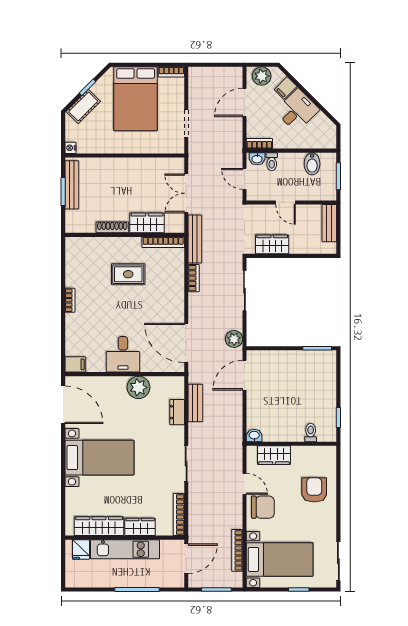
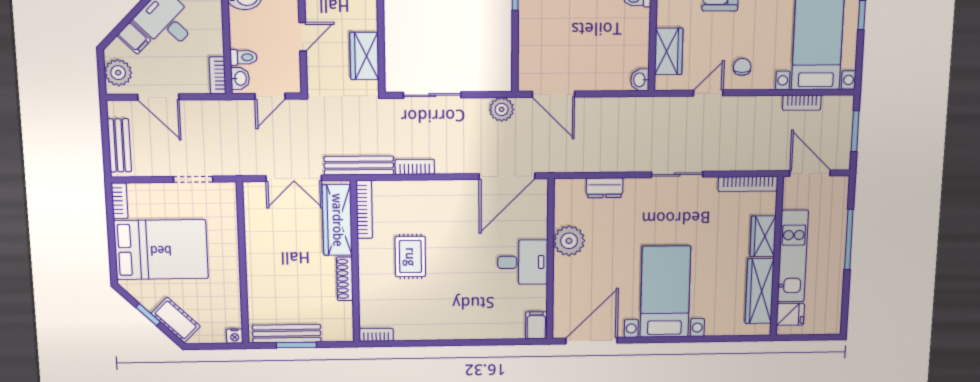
wardrobe: (147, 223) -> (337, 220), width x1.50
bookcase: (70, 300) -> (376, 335), moved
bench: (195, 403) -> (119, 145), moved, turned 90
chair: (263, 507) -> (742, 67), width x0.54, depth x0.54
bookcase: (237, 550) -> (802, 103), width x0.64

